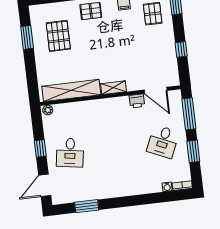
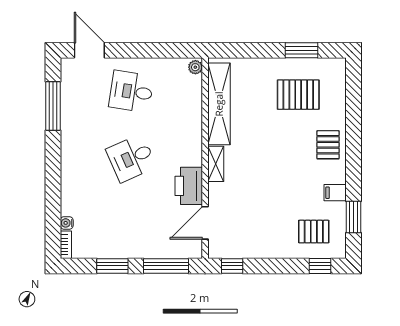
window: (181, 49) -> (232, 266), moved
printer: (137, 101) -> (189, 186), width x1.87, depth x1.48
desk: (163, 142) -> (131, 158), moved, turned -48
window: (40, 148) -> (142, 50), removed
window: (87, 206) -> (53, 106), width x1.44

